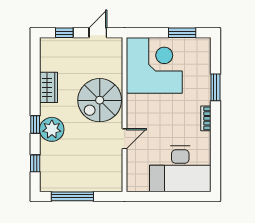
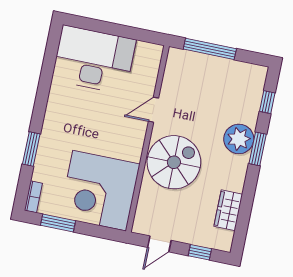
wardrobe: (48, 87) -> (228, 210), moved
bookcase: (206, 118) -> (33, 197), moved
window: (35, 124) -> (258, 149), width x1.50
window: (72, 196) -> (210, 49), moved

